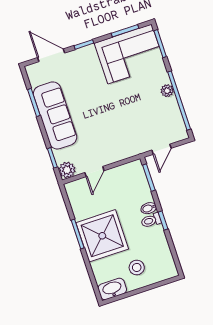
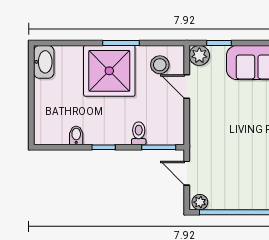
plant: (167, 91) -> (200, 202), moved
bidet: (149, 208) -> (76, 135), moved
toilet: (151, 220) -> (139, 133), moved
stool: (137, 267) -> (160, 65), moved

